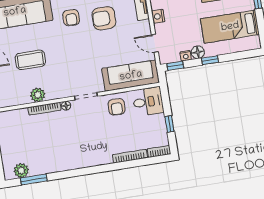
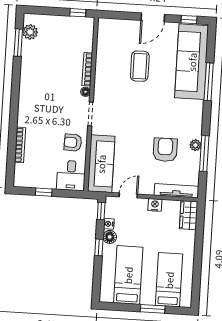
armchair: (71, 18) -> (173, 117), removed
plant: (38, 95) -> (103, 66), removed
bookcase: (159, 151) -> (18, 175), removed

